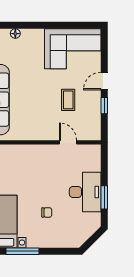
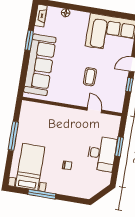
coffee table: (68, 100) -> (90, 77), moved
window: (104, 197) -> (119, 147), moved

